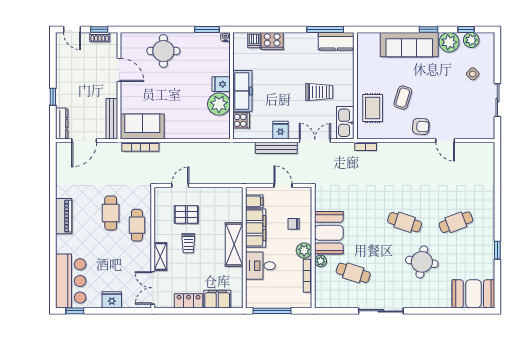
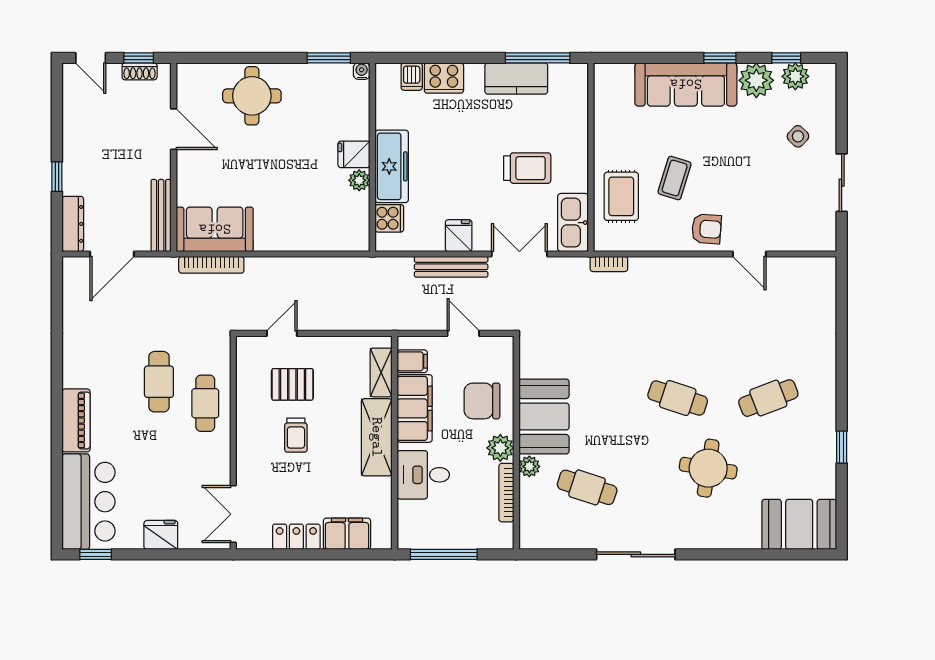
kitchen counter: (336, 41) -> (516, 78), moved
plant: (219, 104) -> (359, 180), width x0.53, depth x0.53
piano: (64, 216) -> (76, 420), moved
chair: (294, 224) -> (482, 401), width x1.87, depth x1.87
shelving: (160, 257) -> (381, 372), moved

